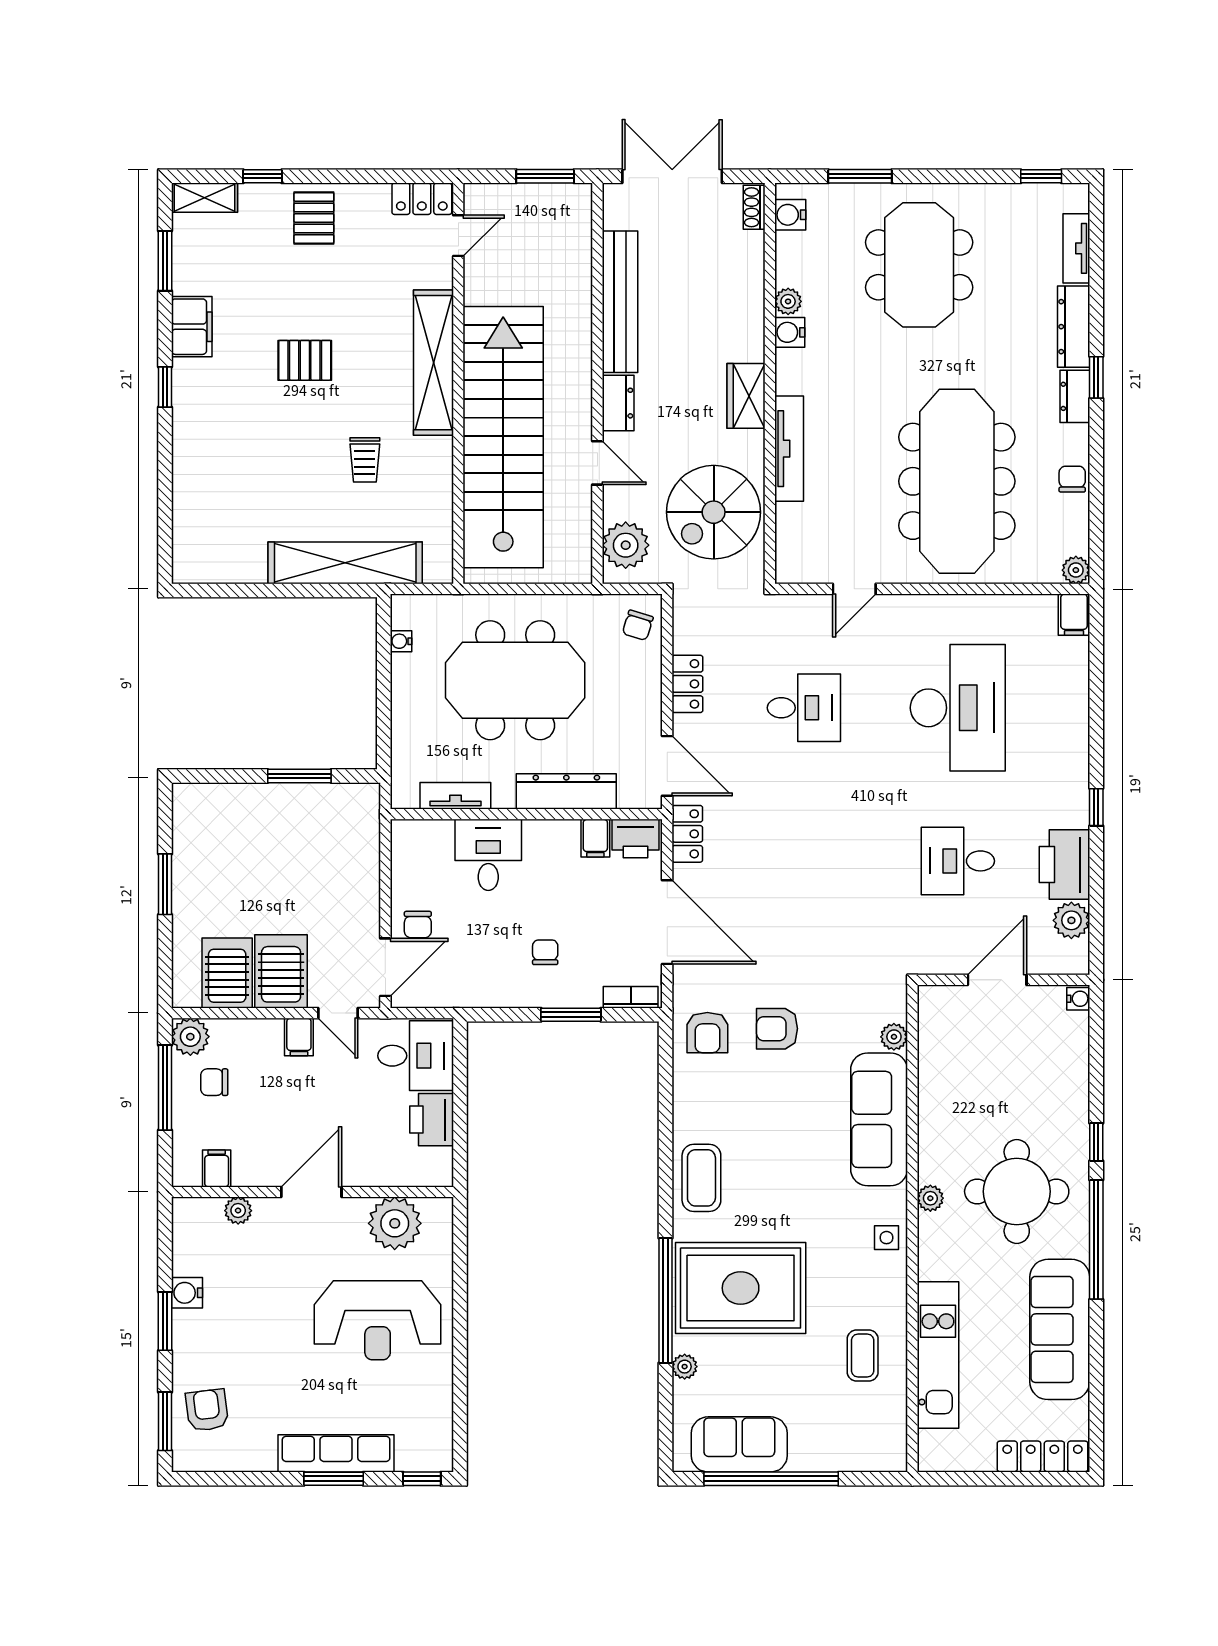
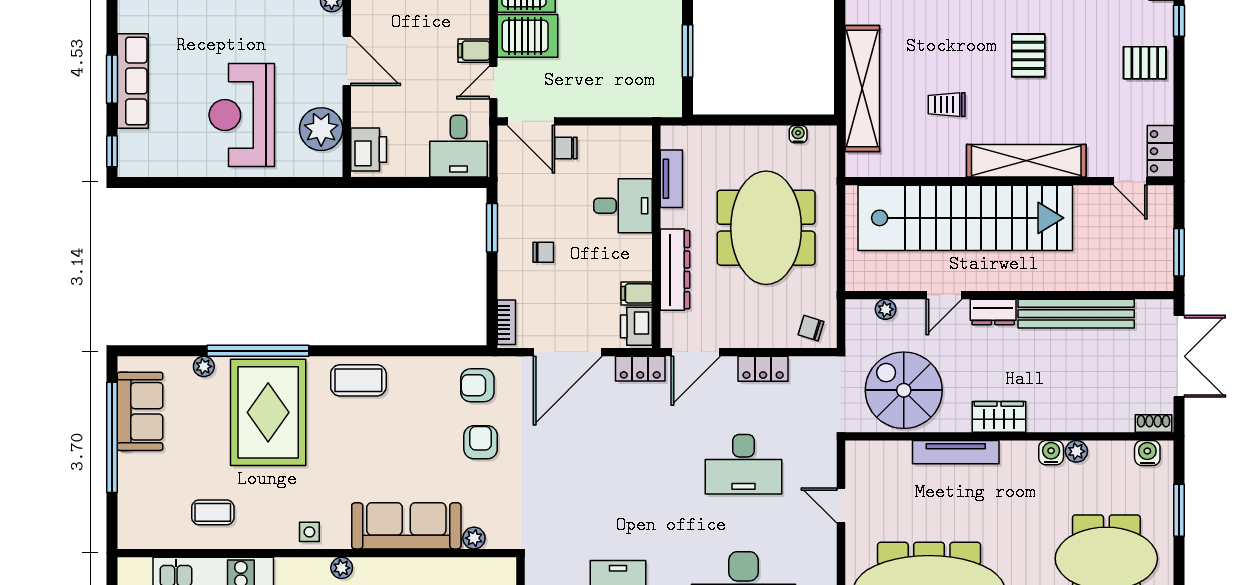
plant: (626, 545) -> (886, 309), width x0.53, depth x0.53
desk: (804, 708) -> (743, 464), width x1.37
window: (571, 1015) -> (492, 228), moved
printer: (432, 1120) -> (369, 150), moved, turned 90

